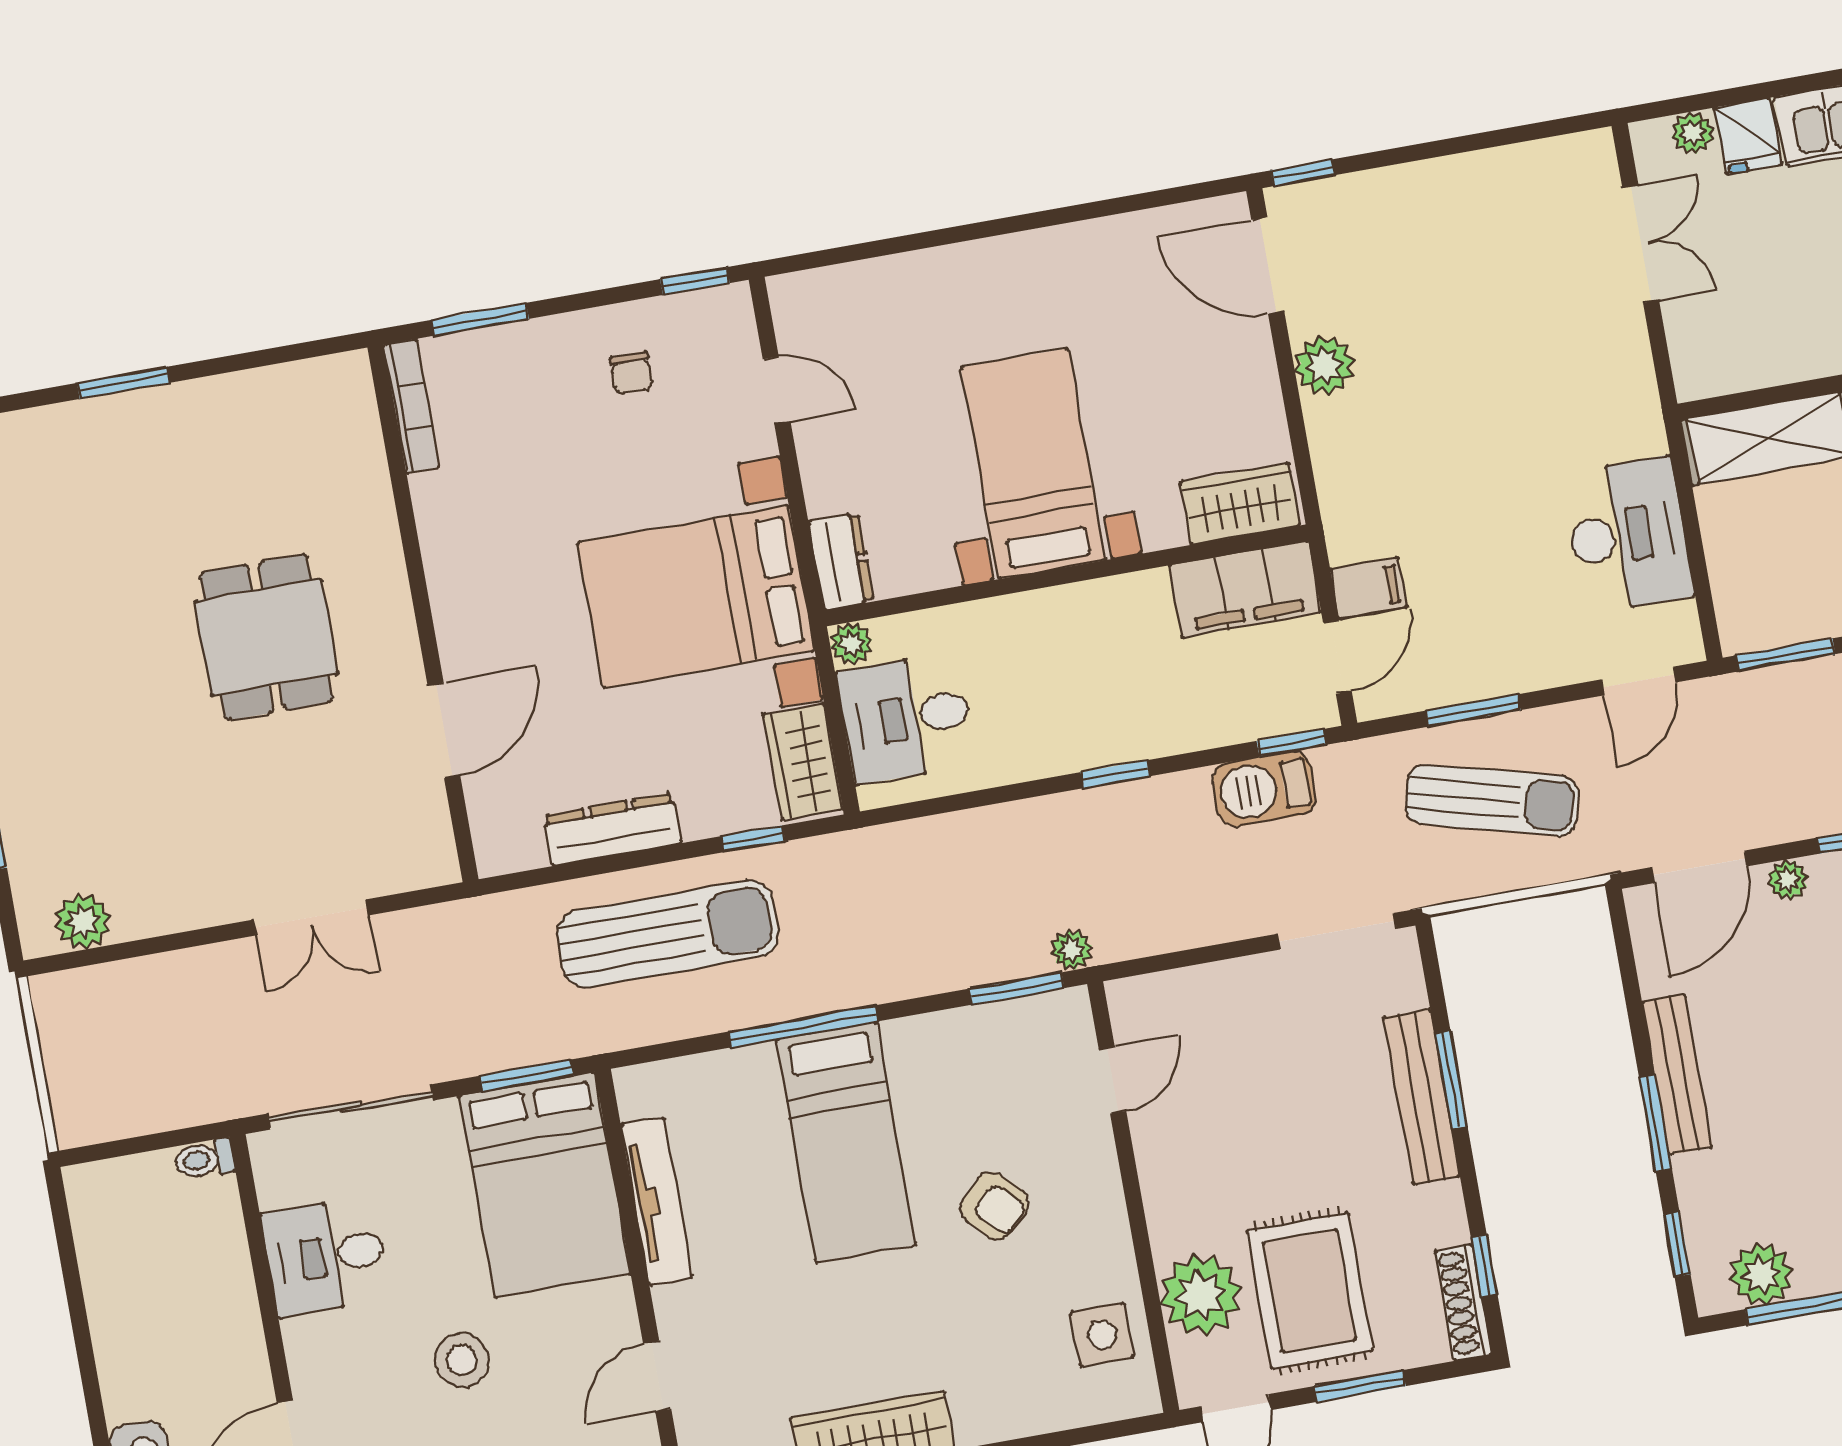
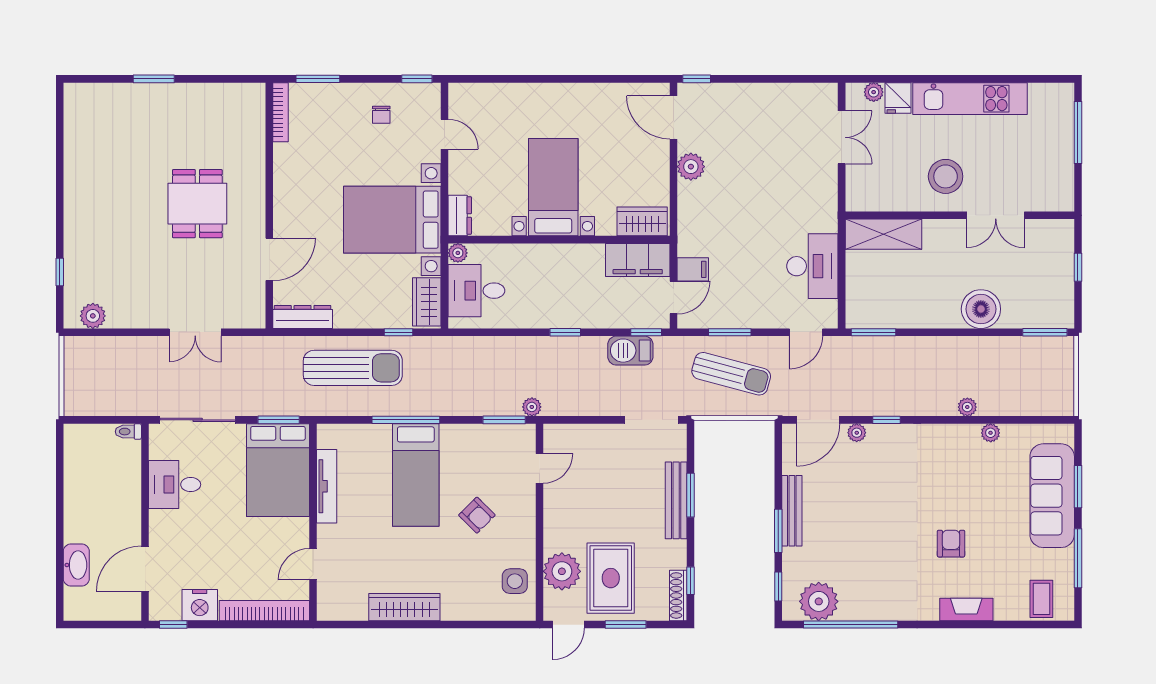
dresser: (612, 830) -> (303, 317), moved
plant: (1761, 1274) -> (819, 601), width x1.36, depth x1.36
stool: (462, 1360) -> (227, 542), removed

